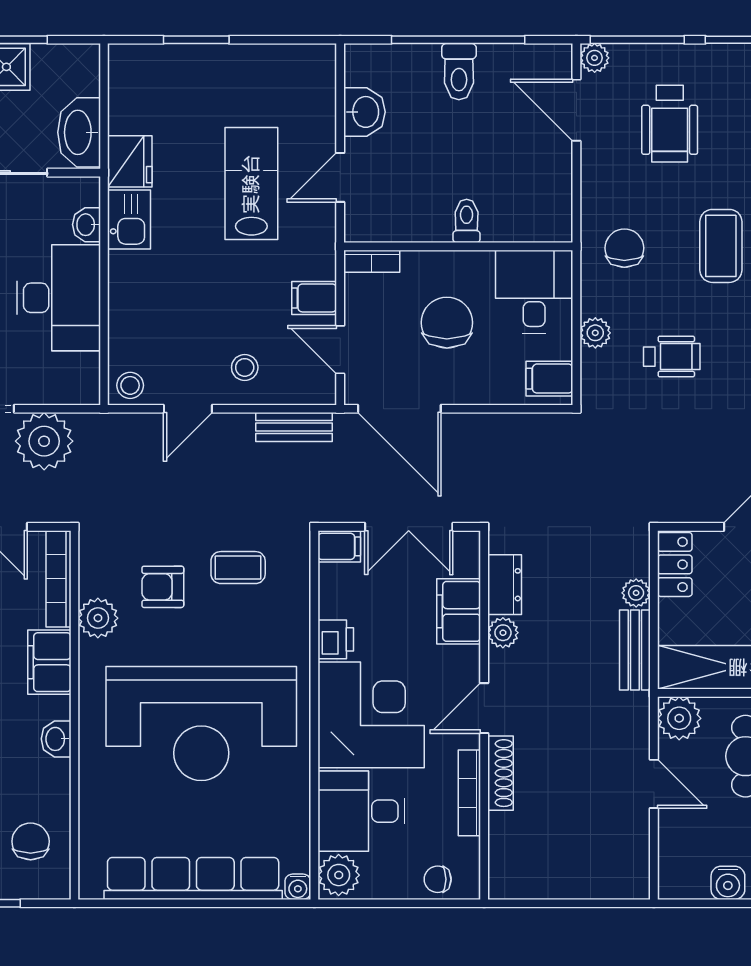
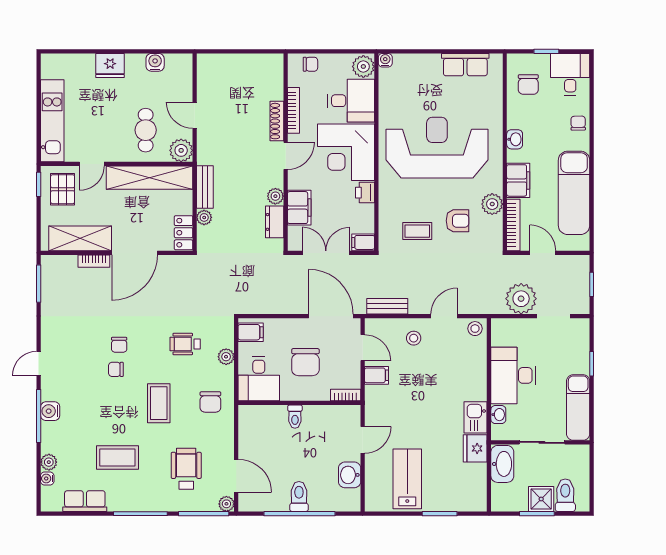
lab bench: (251, 184) -> (407, 479), moved, turned 180
row of seats: (193, 878) -> (465, 65), width x0.50

